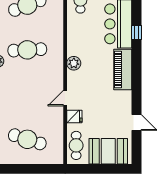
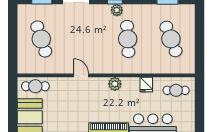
fridge: (74, 117) -> (146, 84), moved
cafe table: (27, 139) -> (41, 39), turned -36

